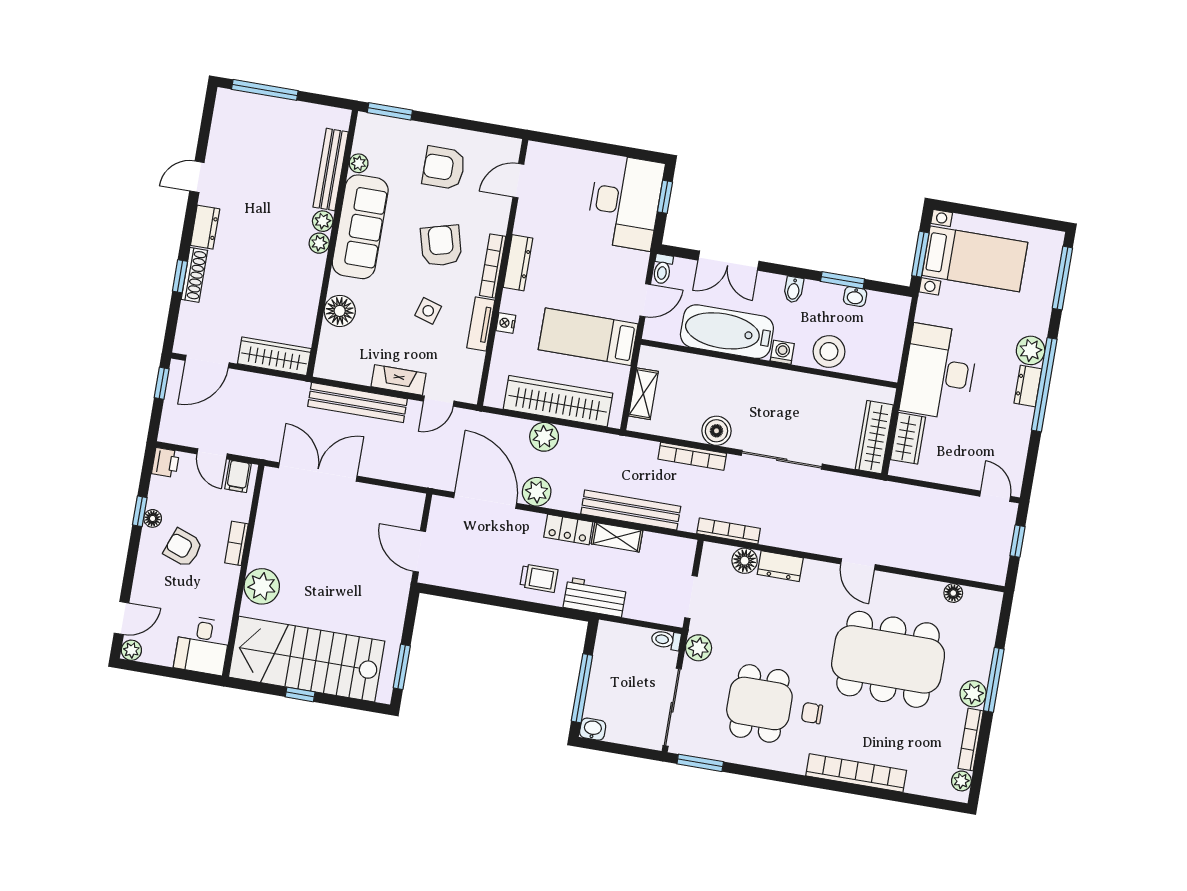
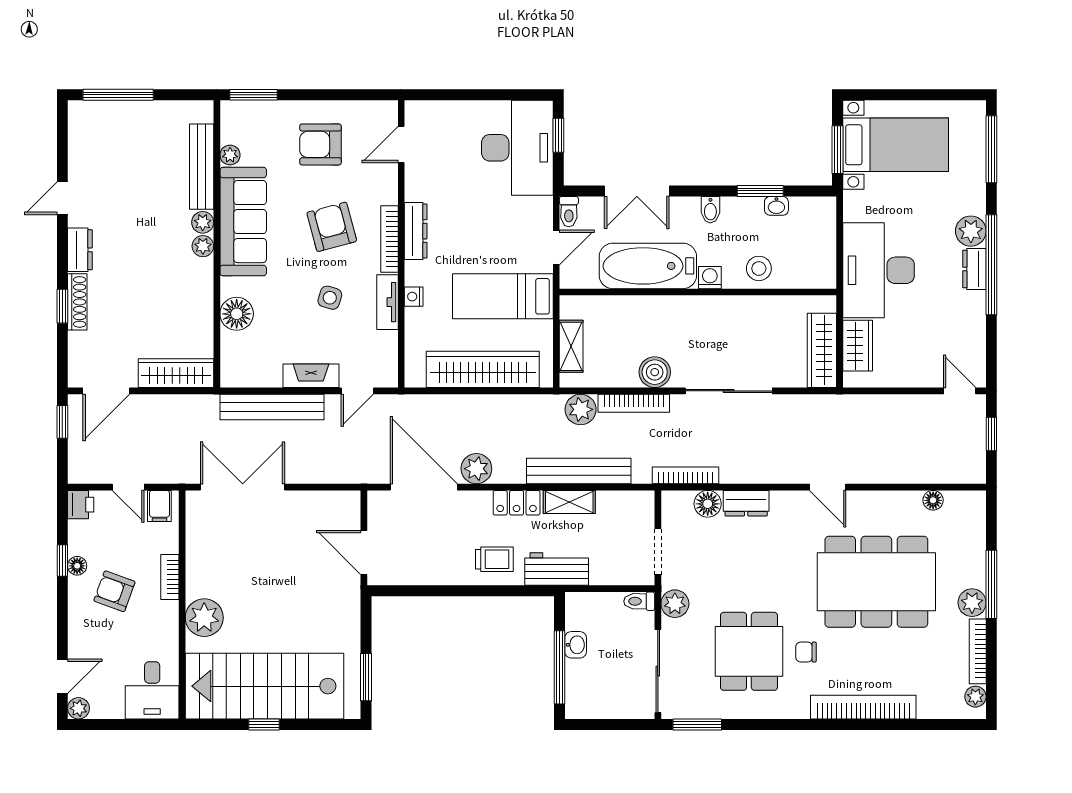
stool: (829, 351) -> (759, 268), width x0.73, depth x0.73
plant: (544, 437) -> (581, 409), moved
washbasin: (593, 729) -> (576, 645), moved, turned 90

